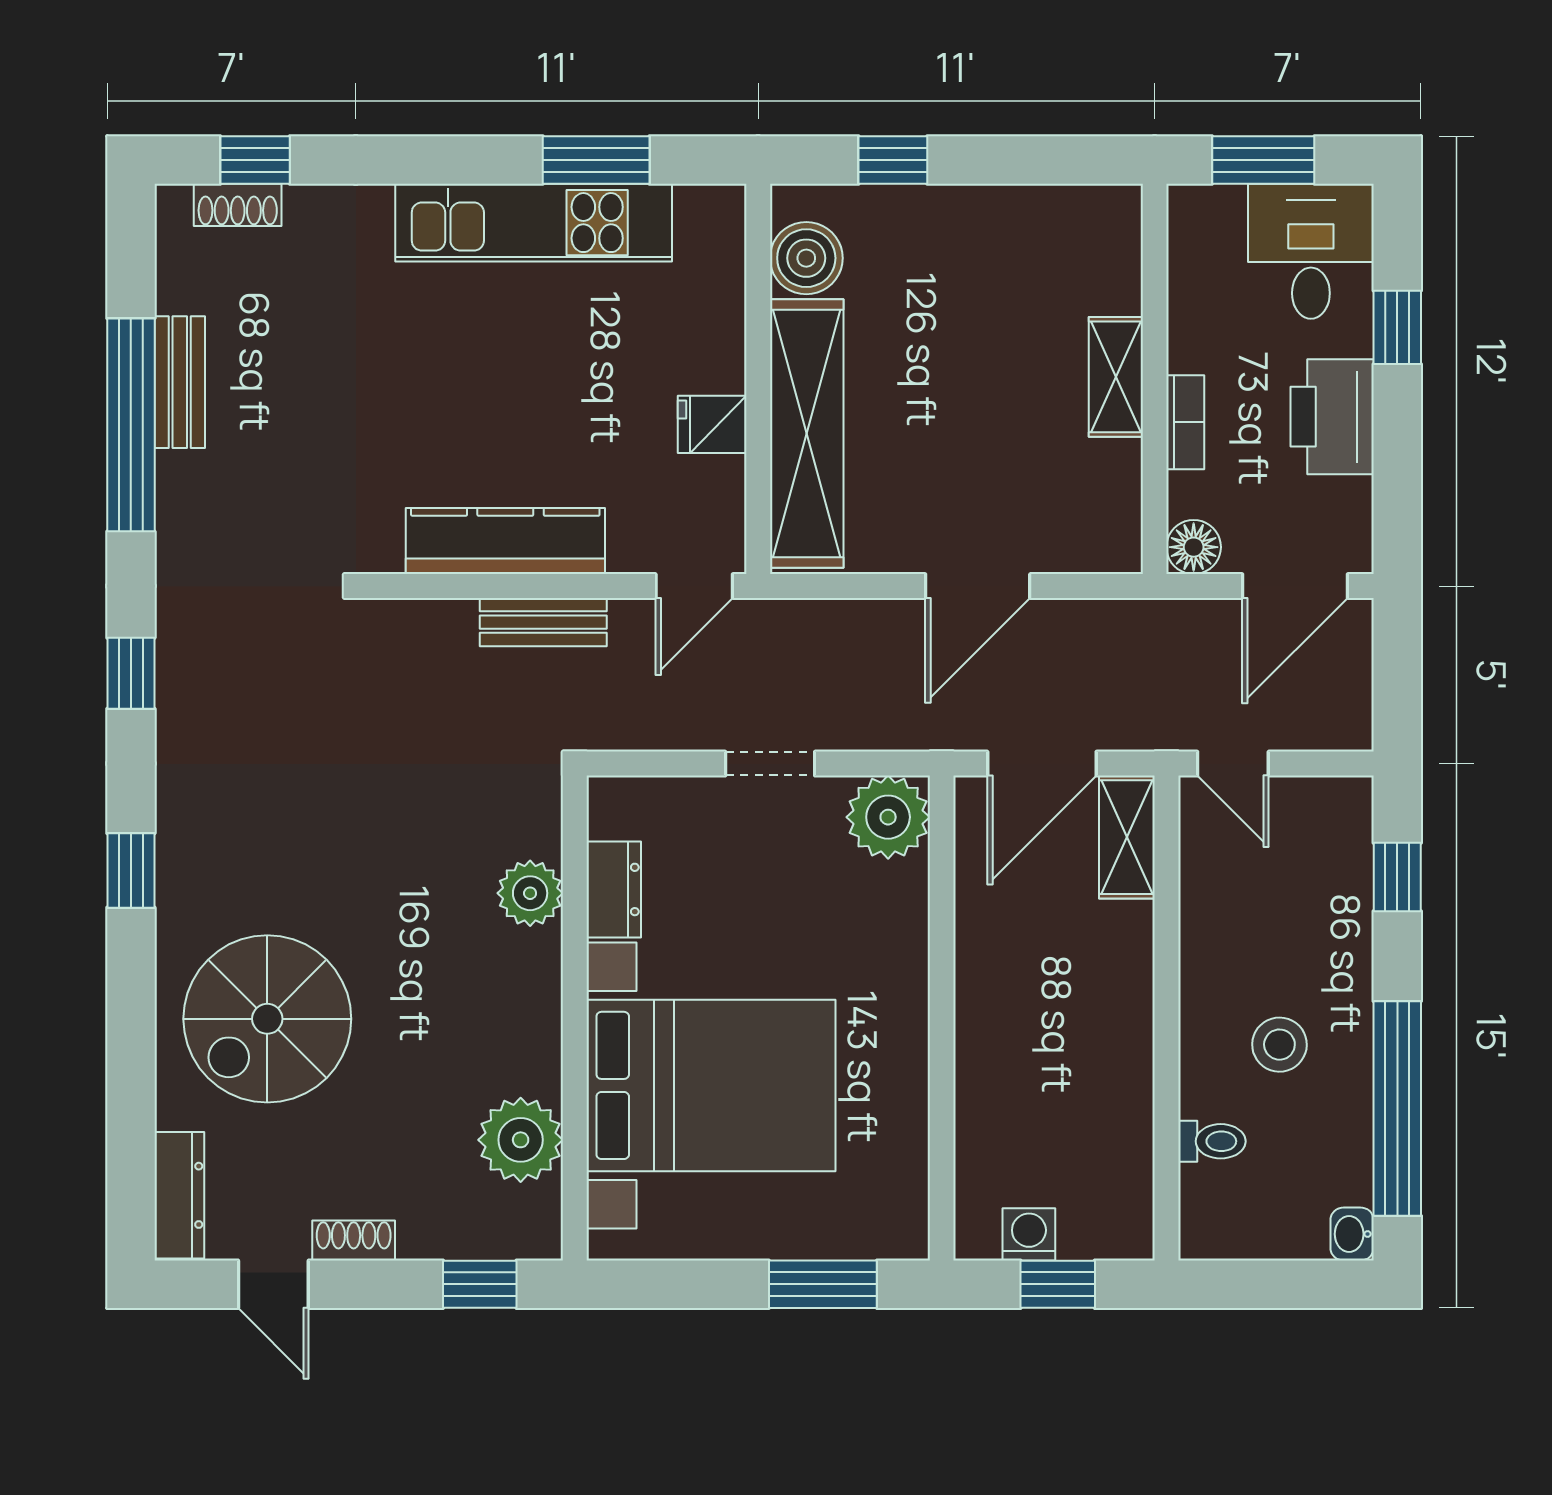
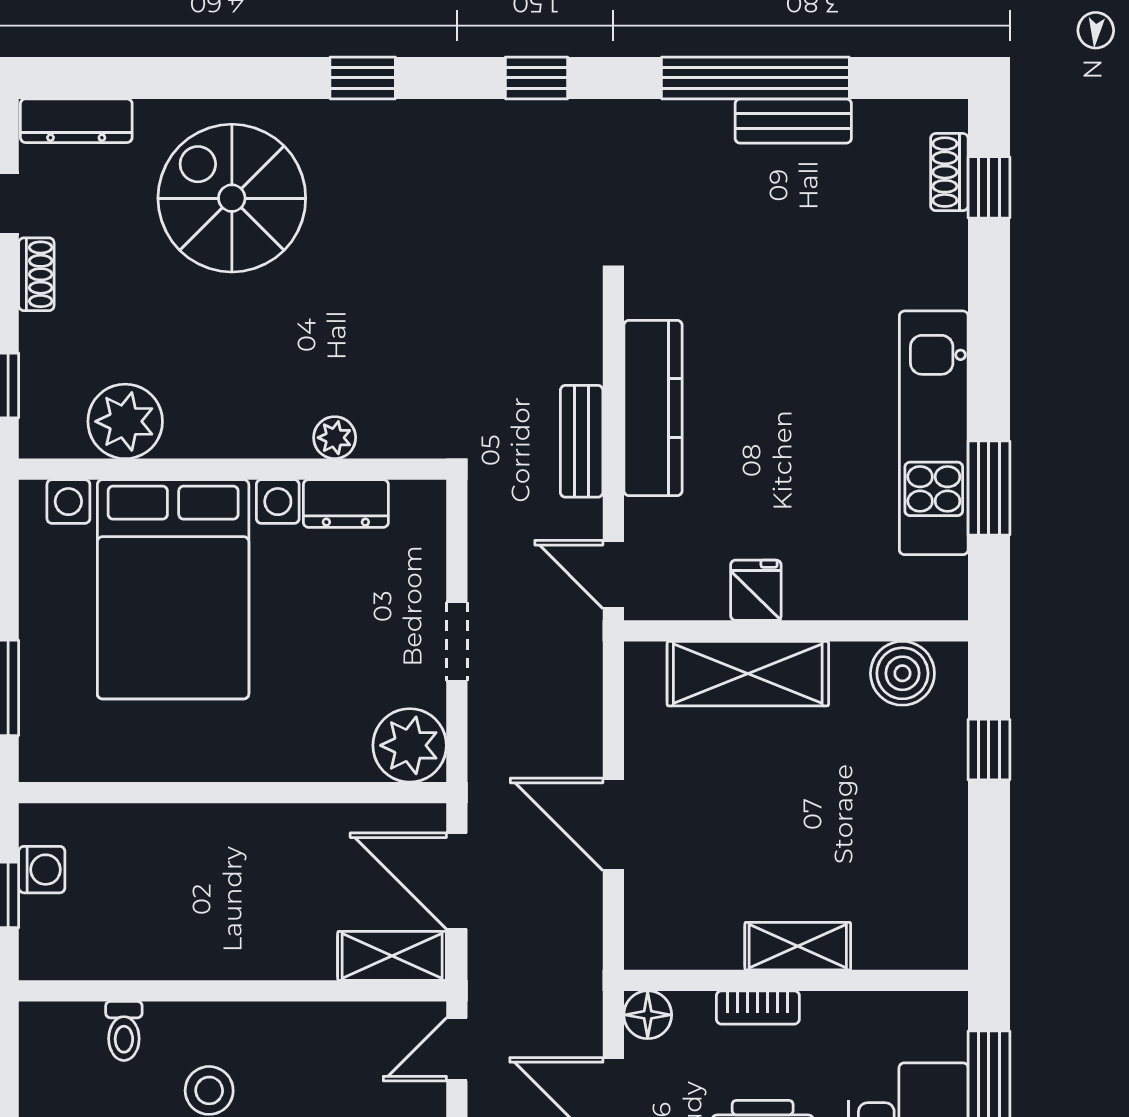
shelving: (807, 434) -> (748, 674), width x0.68
plant: (530, 893) -> (335, 438), width x0.73, depth x0.73

